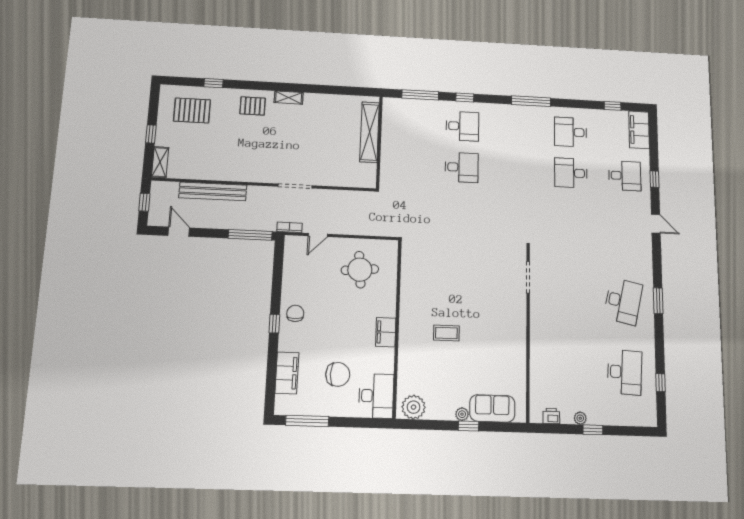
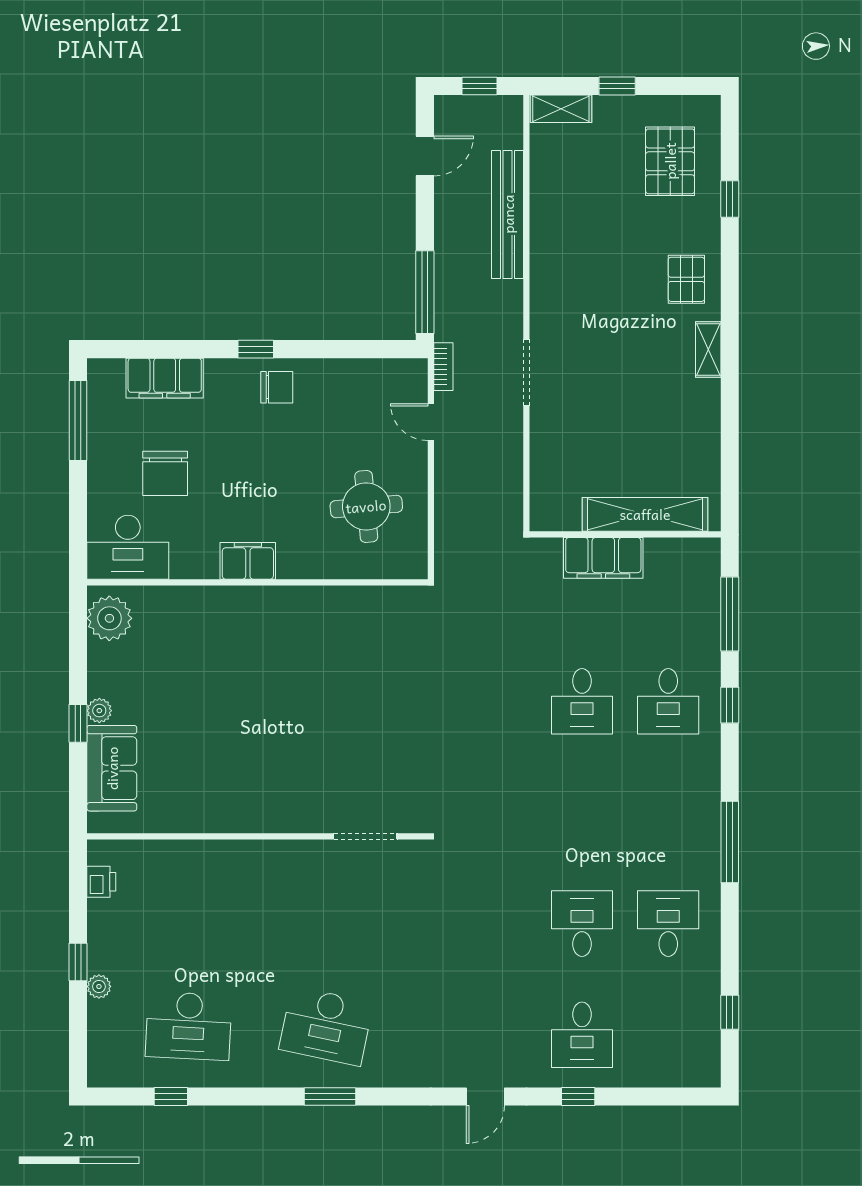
filing cabinet: (639, 130) -> (603, 558), moved, turned 180
coffee table: (446, 333) -> (251, 678), removed
plant: (580, 418) -> (99, 986), moved

